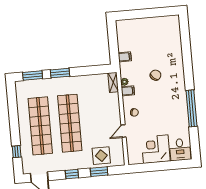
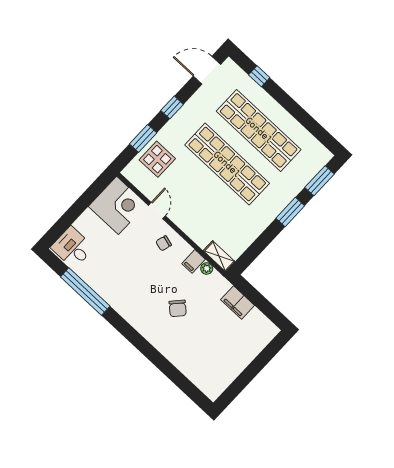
filing cabinet: (125, 57) -> (238, 303), width x2.00
window: (191, 108) -> (85, 291), moved
corner desk: (156, 149) -> (118, 205), moved

